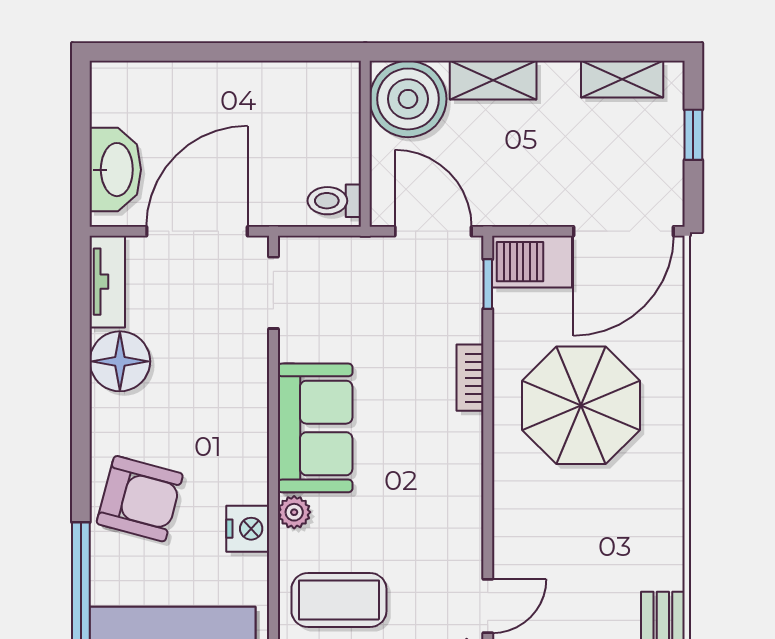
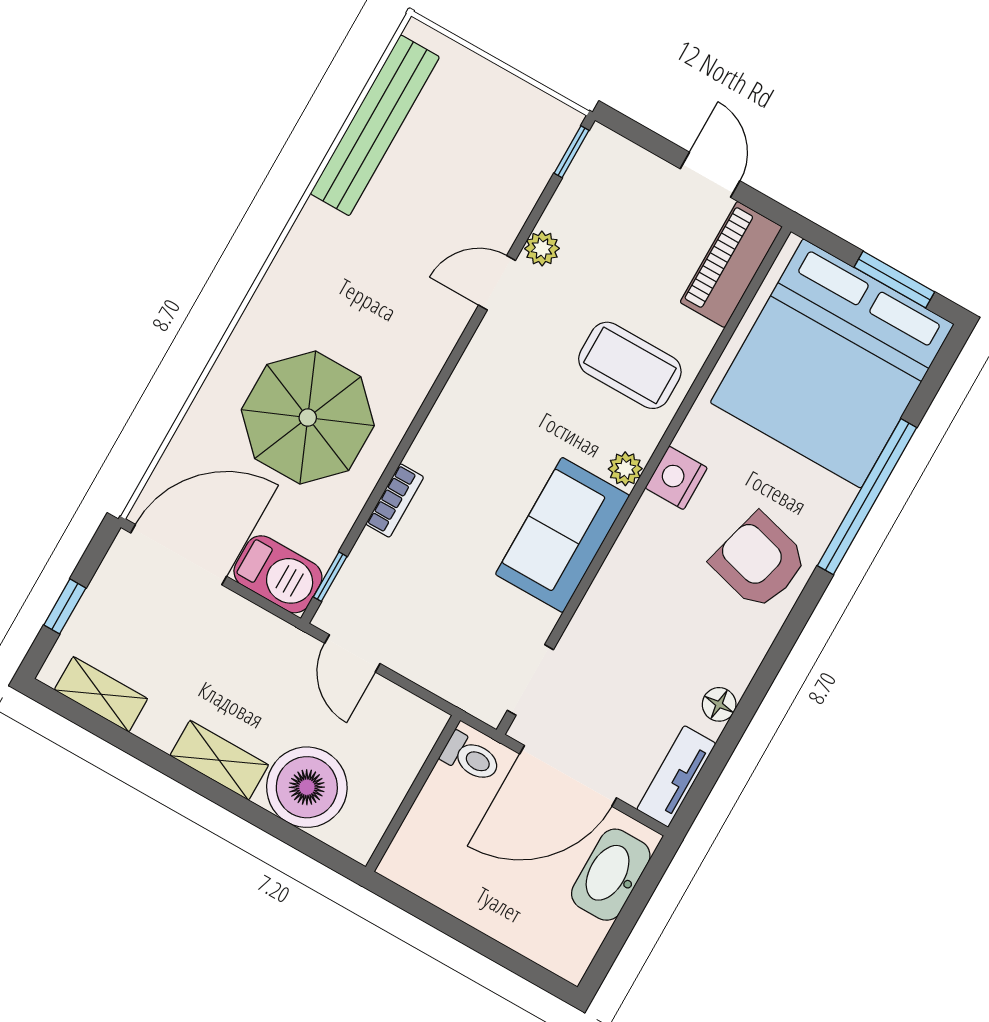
wall: (365, 144) -> (413, 793), moved
toilet: (334, 201) -> (471, 757), moved
door: (433, 231) -> (352, 653), width x0.73
floor lamp: (120, 361) -> (719, 704), width x0.53, depth x0.53

